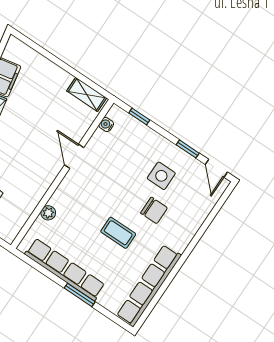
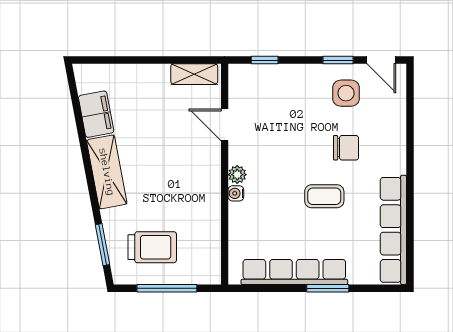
water cooler: (106, 125) -> (236, 193), moved
door: (74, 156) -> (225, 125), moved
side table: (161, 176) -> (346, 93), moved
plant: (48, 213) -> (237, 175), moved

